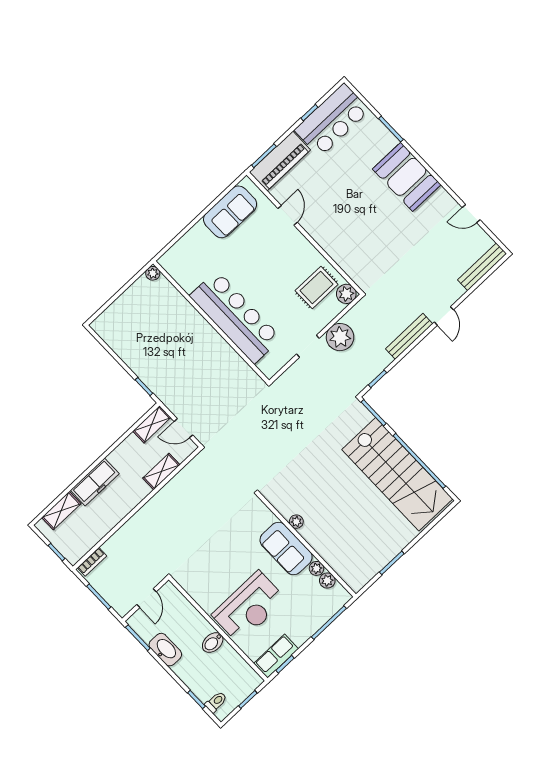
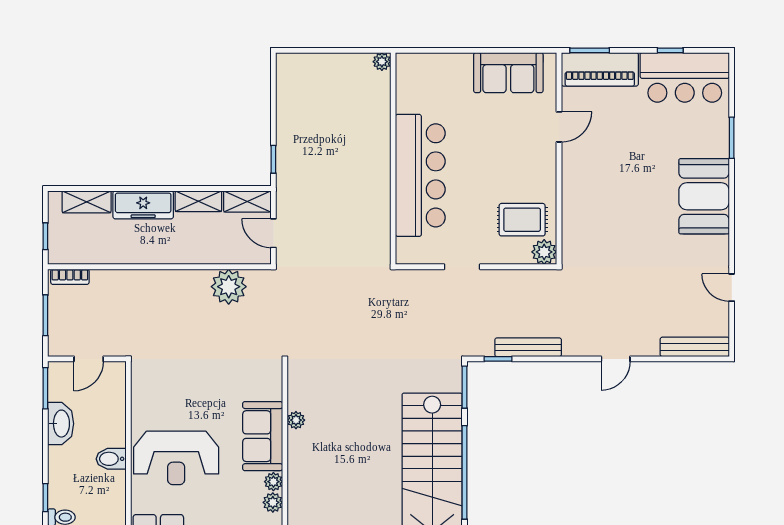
bench: (409, 336) -> (528, 347), moved
plant: (340, 337) -> (229, 287), moved
shelving: (161, 472) -> (198, 201), moved

